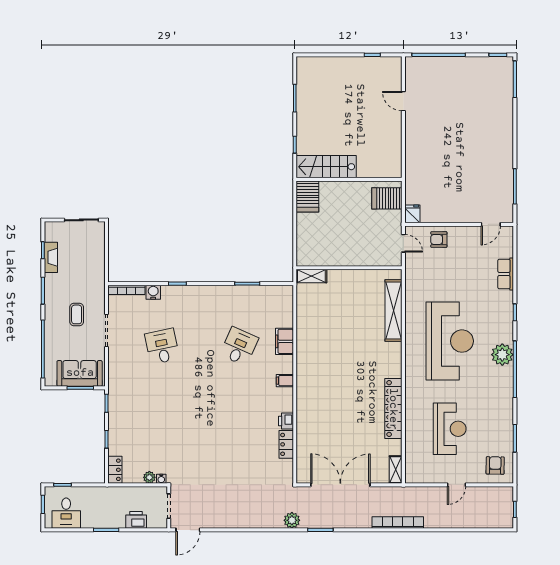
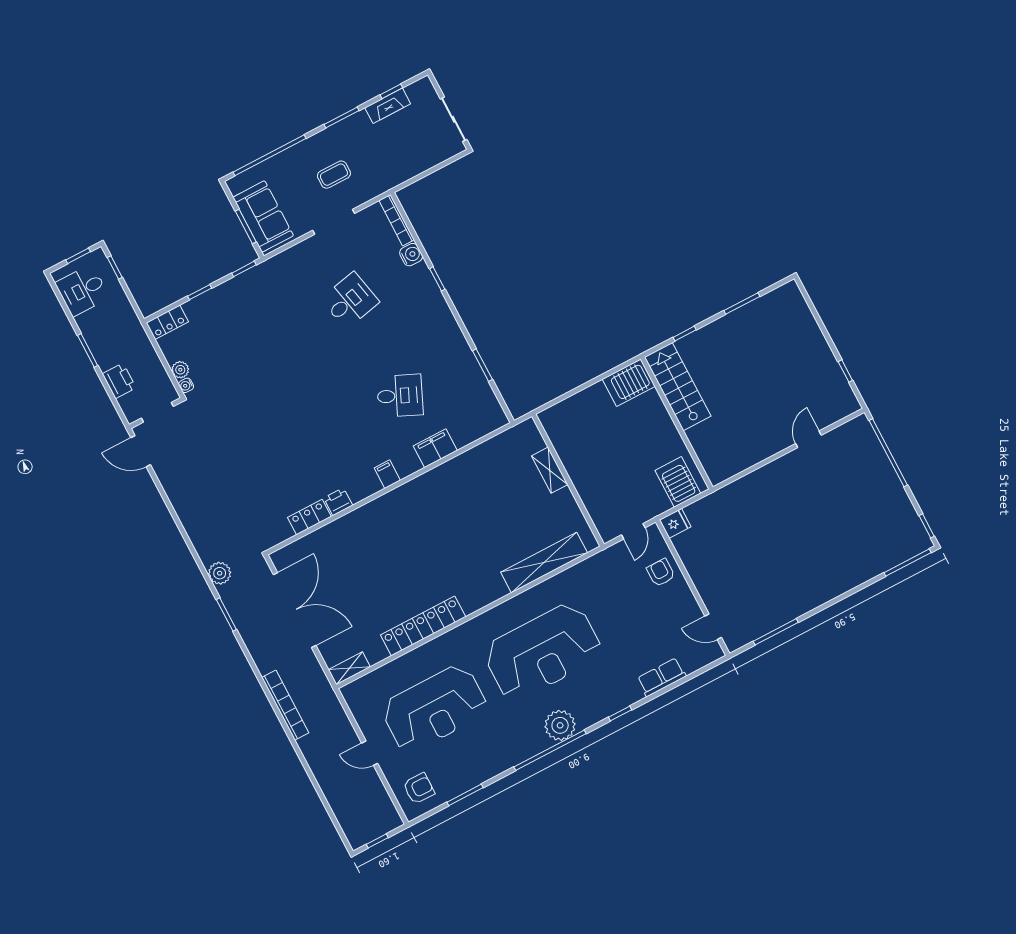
shelving: (311, 276) -> (550, 470), moved
reception desk: (450, 429) -> (435, 709), width x1.36, depth x1.30

